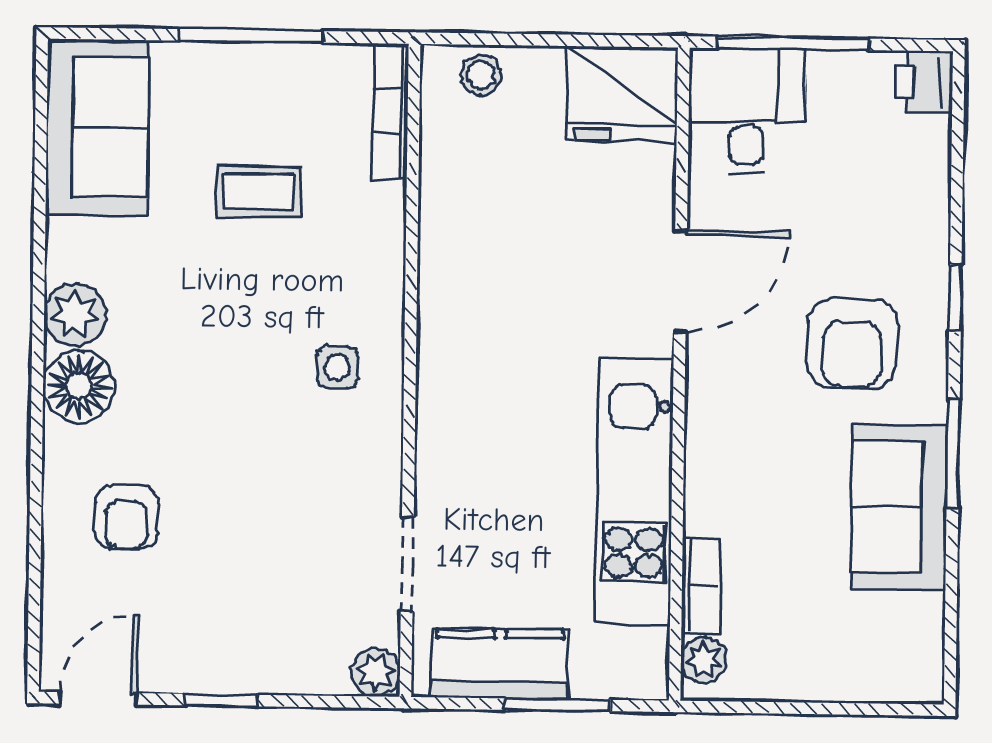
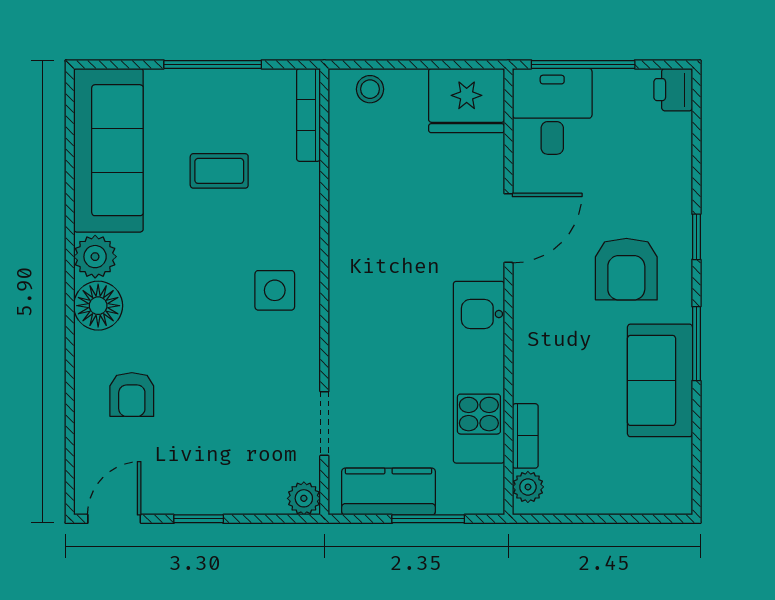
sofa: (97, 127) -> (108, 150), width x1.36
side table: (337, 367) -> (275, 290), width x1.37, depth x1.37

